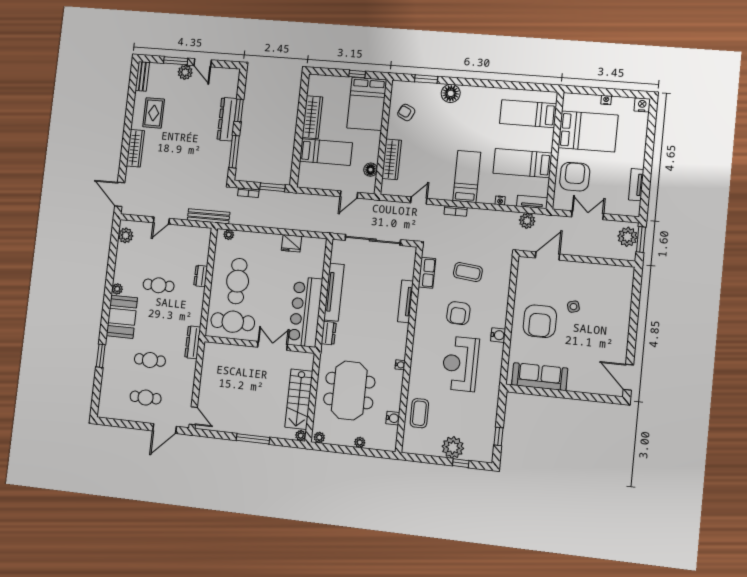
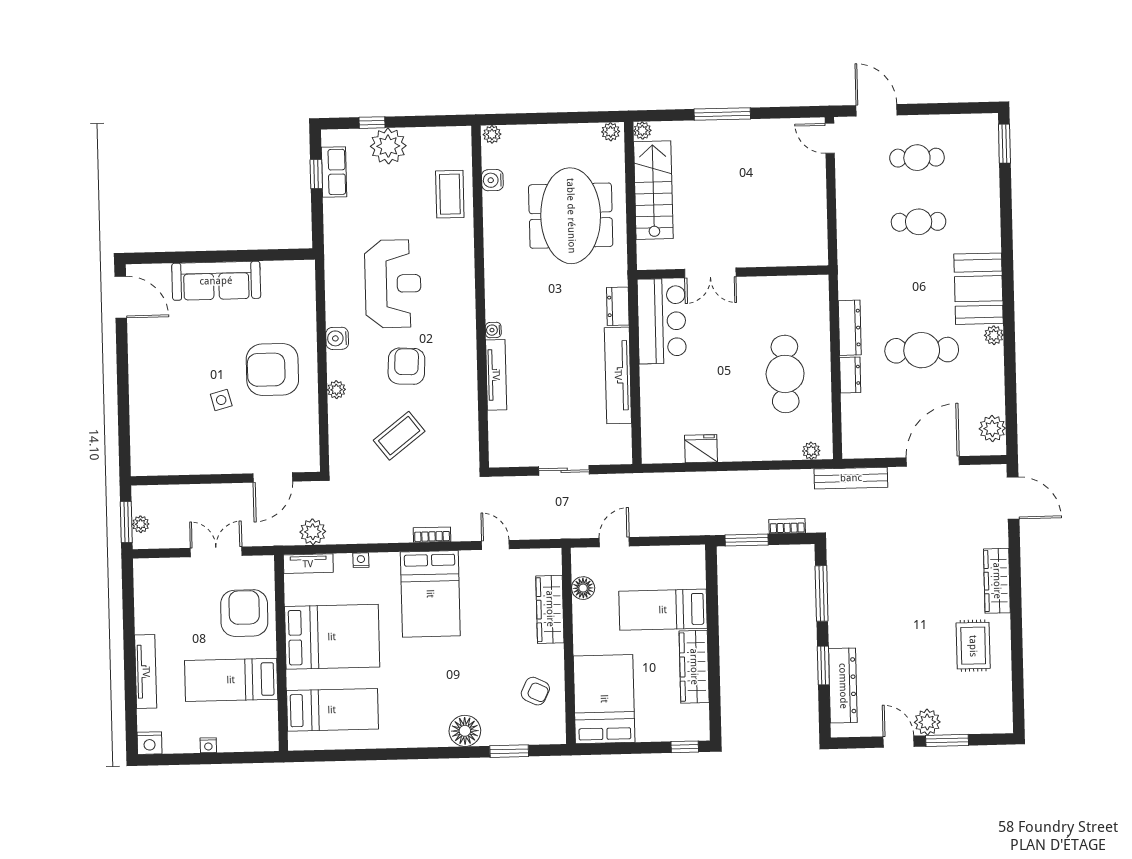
window: (357, 74) -> (685, 747), moved
bench: (142, 76) -> (1003, 707), removed
dresser: (227, 119) -> (843, 686), moved
bed: (588, 131) -> (231, 680), width x0.67
bed: (522, 163) -> (332, 637), width x1.50
bed: (467, 176) -> (430, 594), width x1.50
armchair: (575, 177) -> (244, 613), turned 180
tv unit: (636, 185) -> (146, 672), moved, width x1.41
door: (419, 201) -> (495, 545), swing flipped
double door: (588, 215) -> (216, 552), swing flipped
door: (161, 221) -> (933, 461), width x1.87
plant: (628, 237) -> (141, 524), width x0.53, depth x0.53
sliding door: (373, 240) -> (564, 470), width x0.54
coffee table: (468, 272) -> (399, 436), turned -44
row of seats: (427, 273) -> (334, 172), moved, turned 180
cafe table: (159, 285) -> (922, 350), width x1.37, depth x1.35
plant: (502, 304) -> (336, 390), added
bar counter: (305, 312) -> (662, 321), width x0.73
armchair: (540, 321) -> (272, 370), turned -90
cafe table: (233, 322) -> (784, 305), removed
dresser: (193, 342) -> (850, 328), moved
window: (101, 356) -> (1004, 144), moved
water cooler: (400, 365) -> (493, 330), moved
sofa: (540, 377) -> (216, 281), moved
door: (165, 429) -> (877, 110), hinge flipped
plant: (360, 442) -> (492, 134), moved

